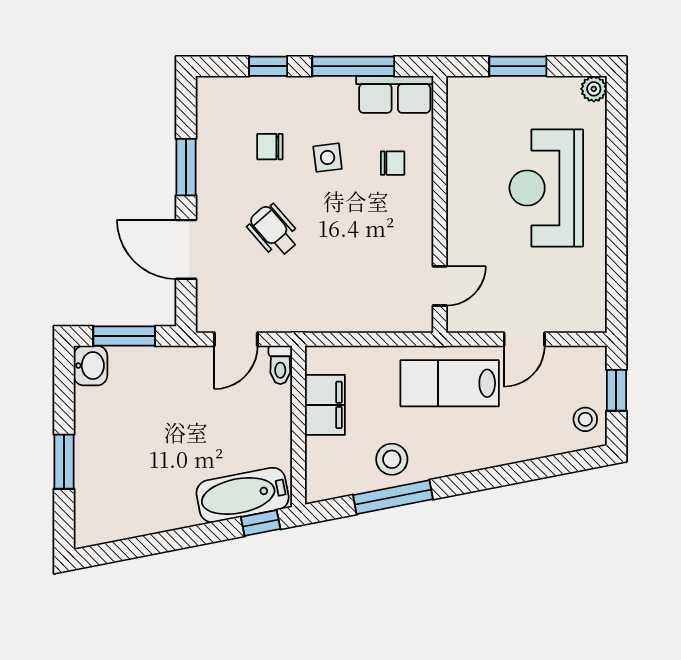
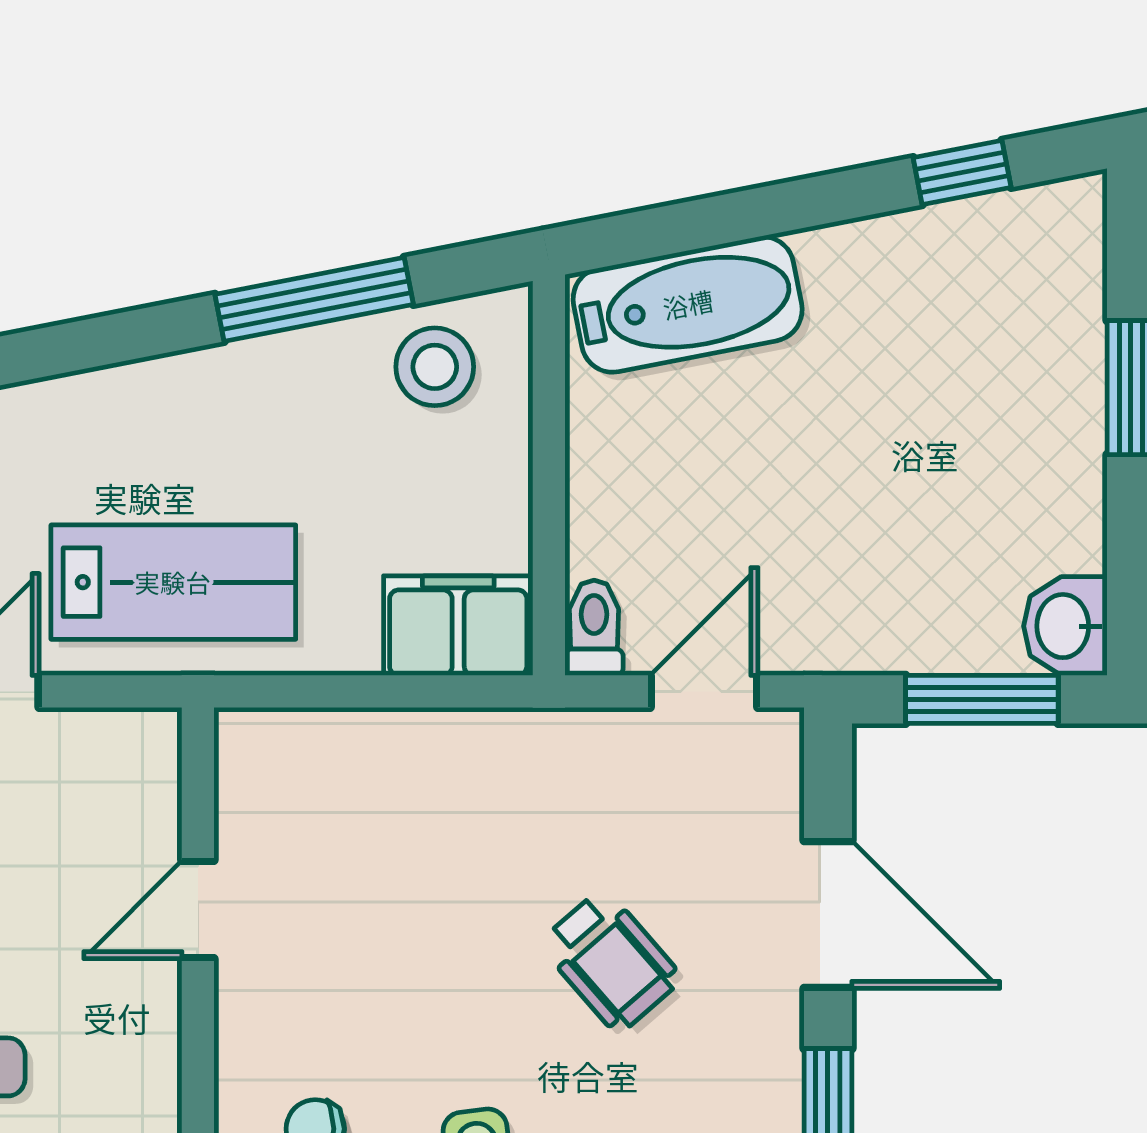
door: (440, 286) -> (198, 910), moved
filing cabinet: (325, 405) -> (458, 626), moved, turned 90
stool: (392, 459) -> (435, 367), moved
window: (261, 523) -> (962, 172), moved

